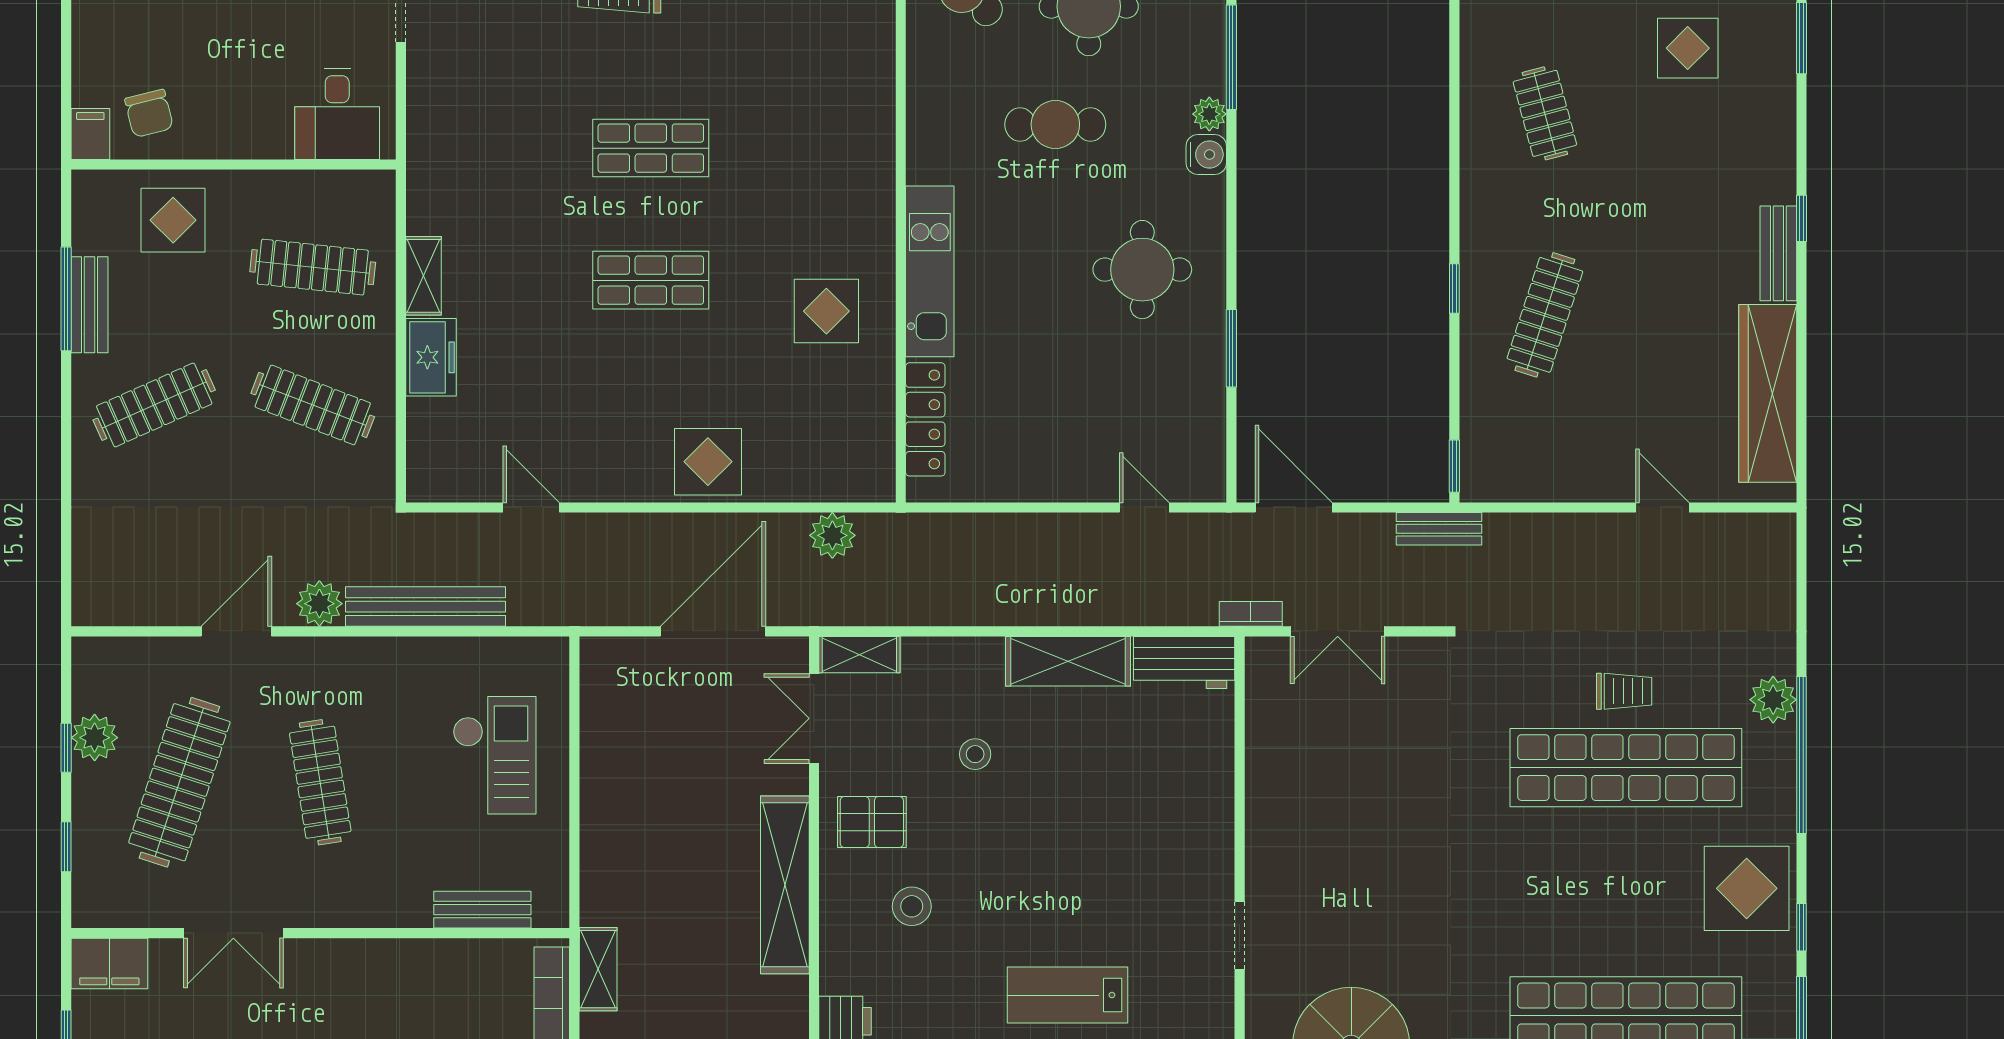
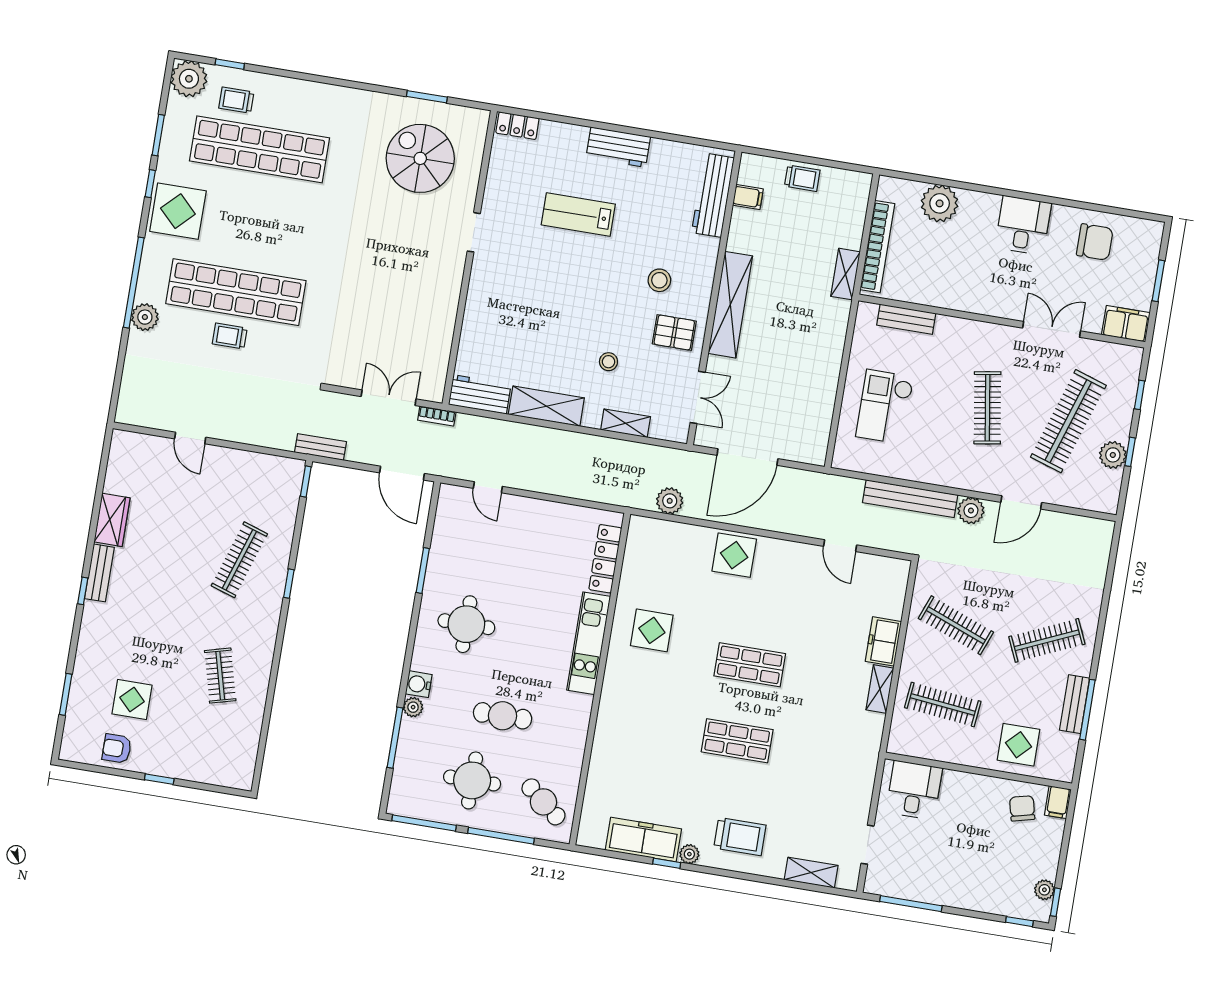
wardrobe: (1768, 393) -> (112, 520), width x0.48, depth x0.85
shelving: (859, 655) -> (626, 423), moved
lab bench: (1068, 995) -> (578, 214), turned 180

